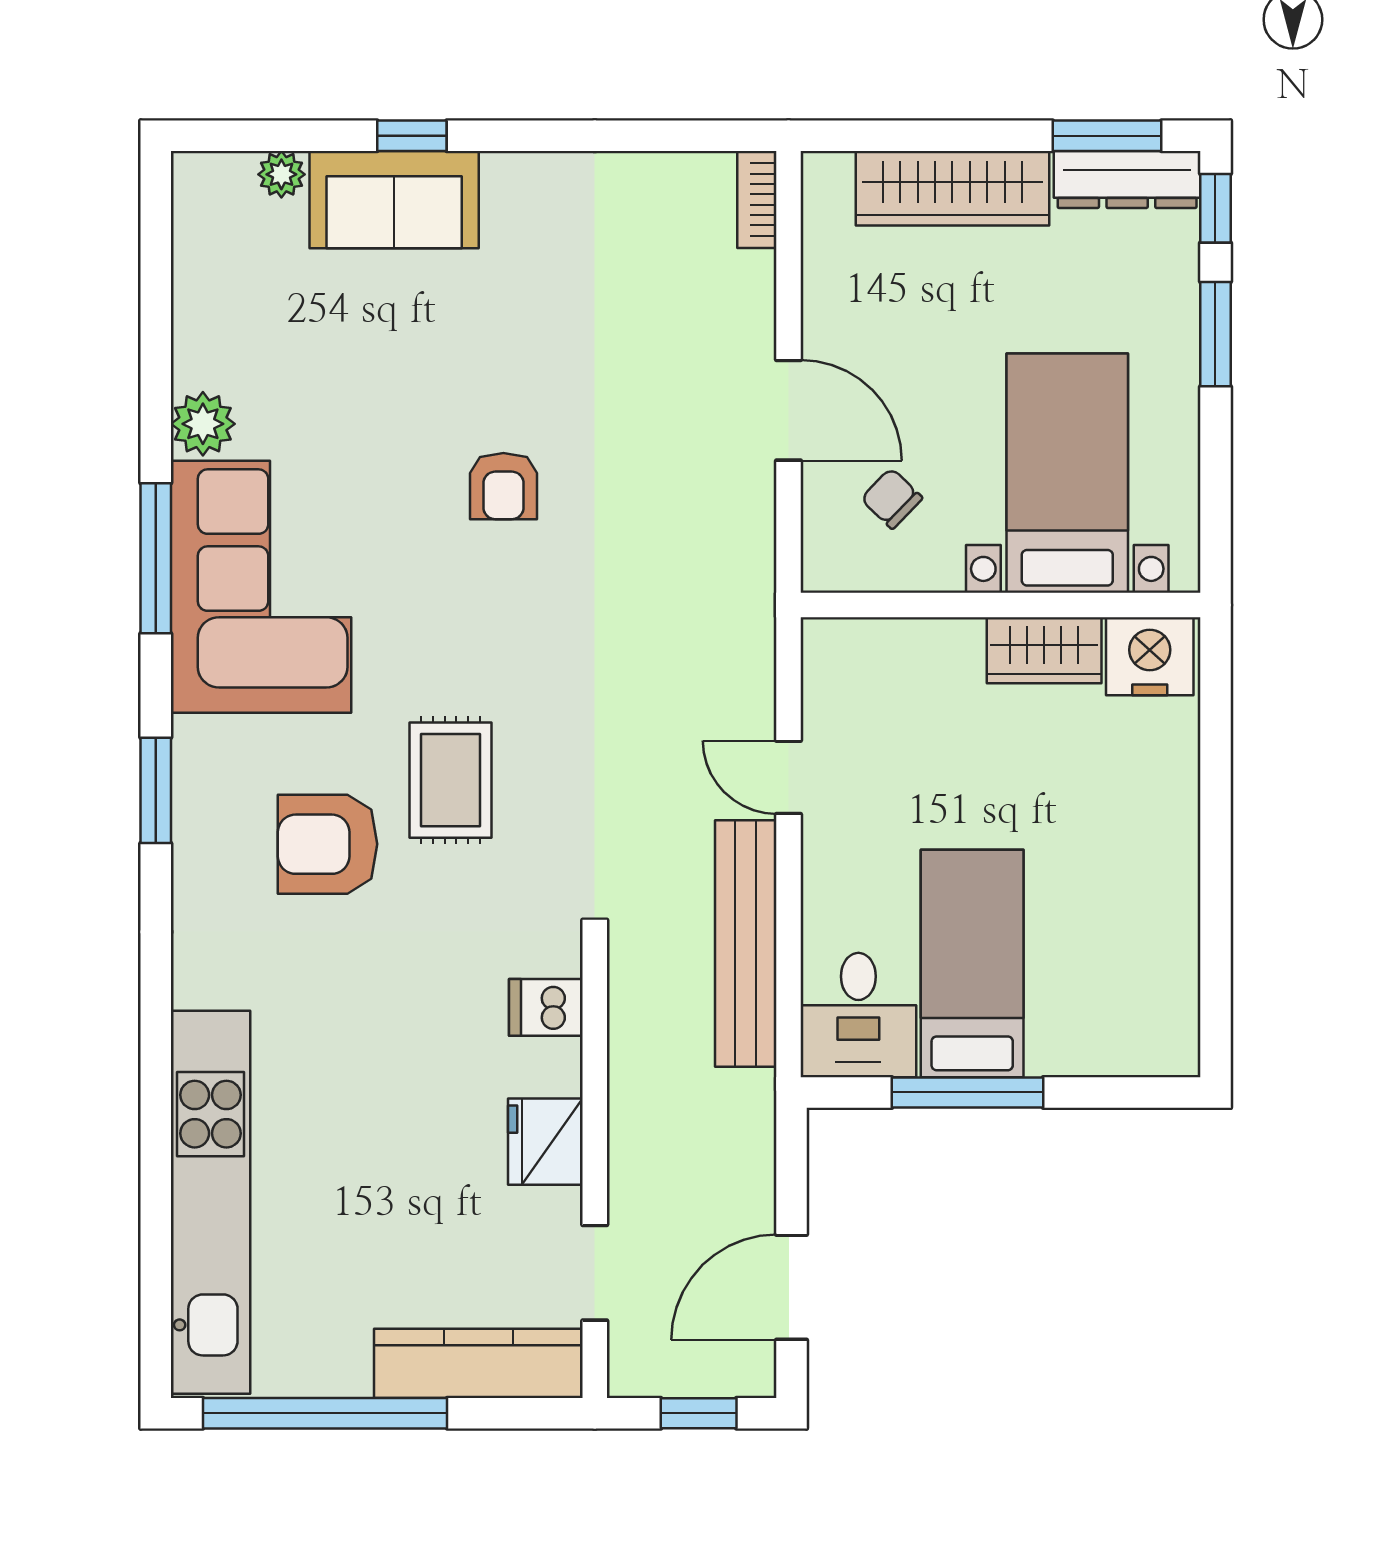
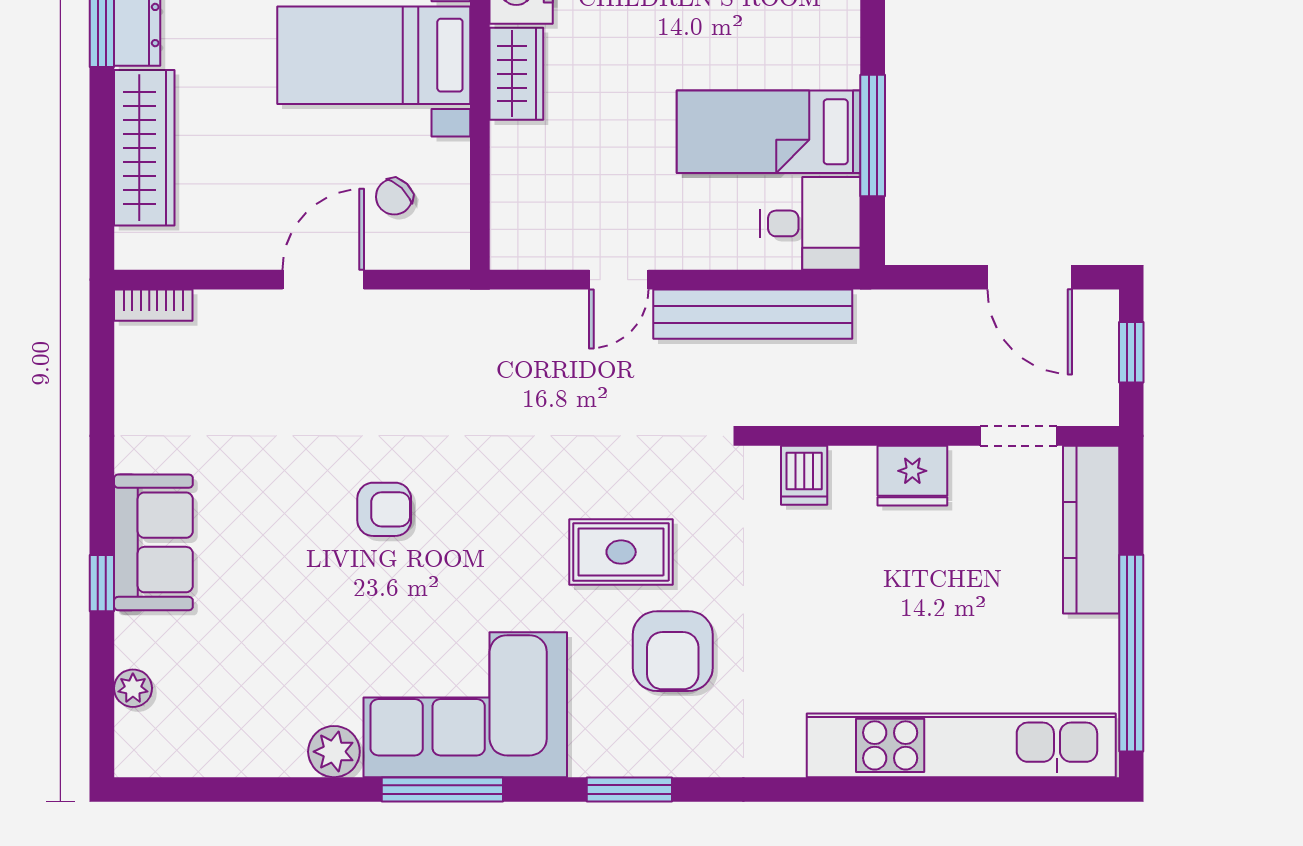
sofa: (394, 200) -> (153, 542), moved

